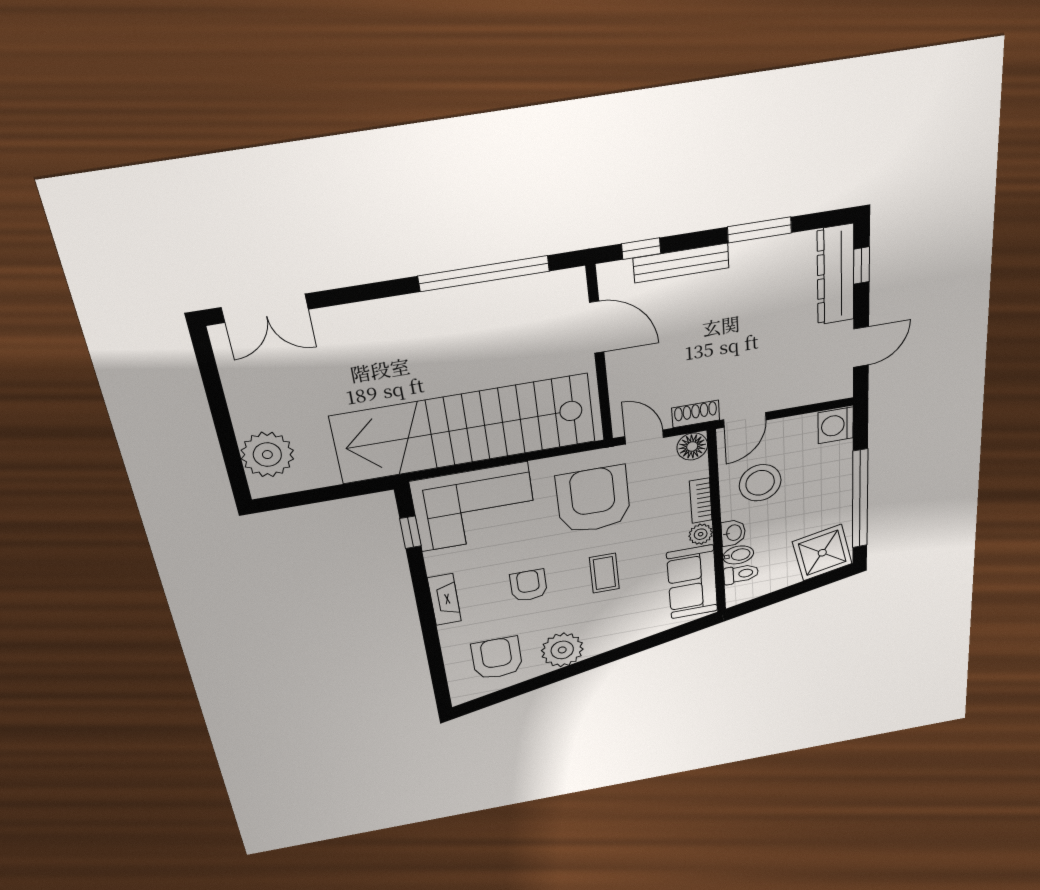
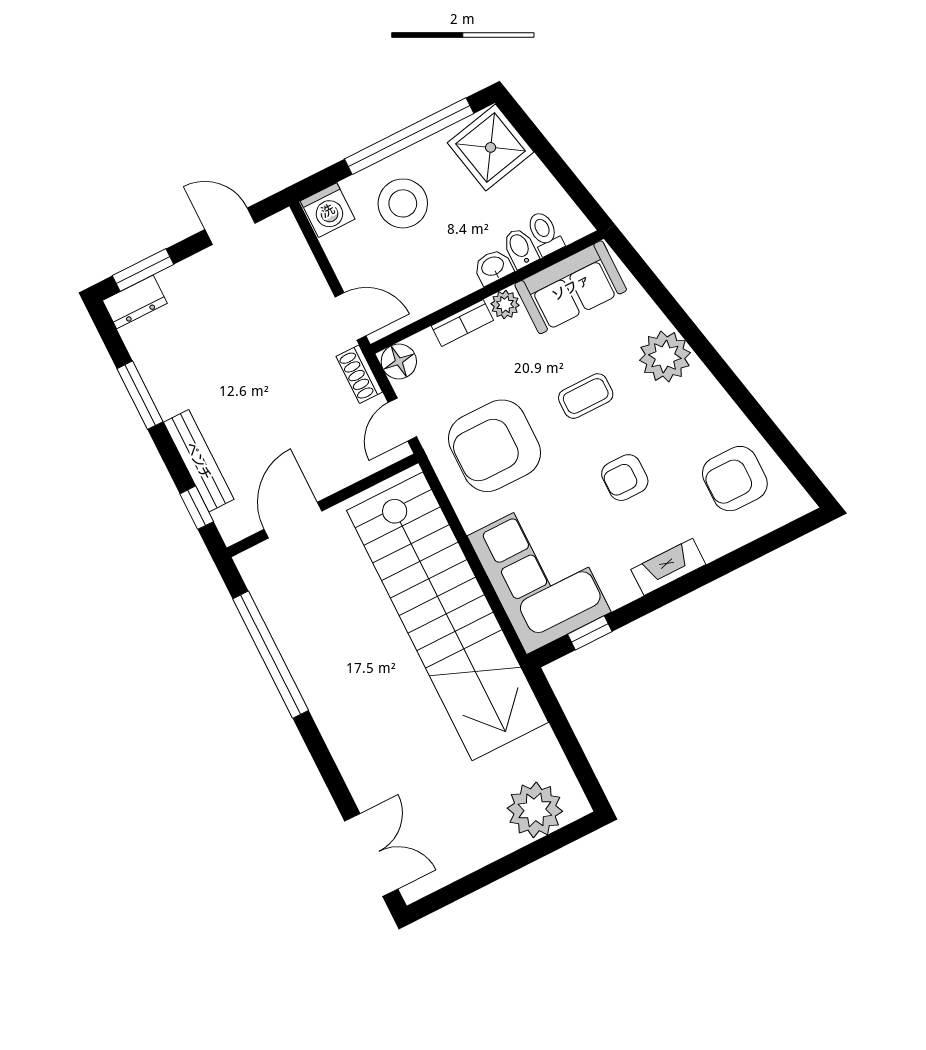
window: (862, 266) -> (143, 270), width x1.50
dresser: (836, 275) -> (135, 302), width x0.51, depth x0.80
stool: (760, 483) -> (403, 203), moved
plant: (562, 650) -> (665, 357), moved

